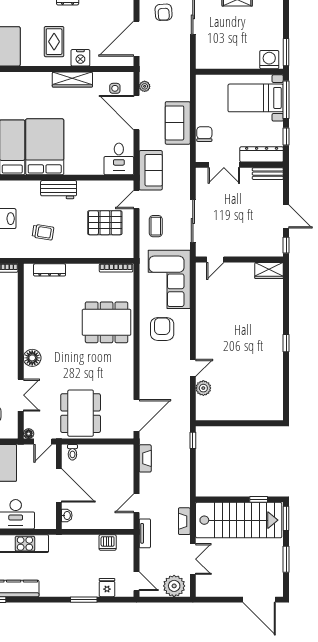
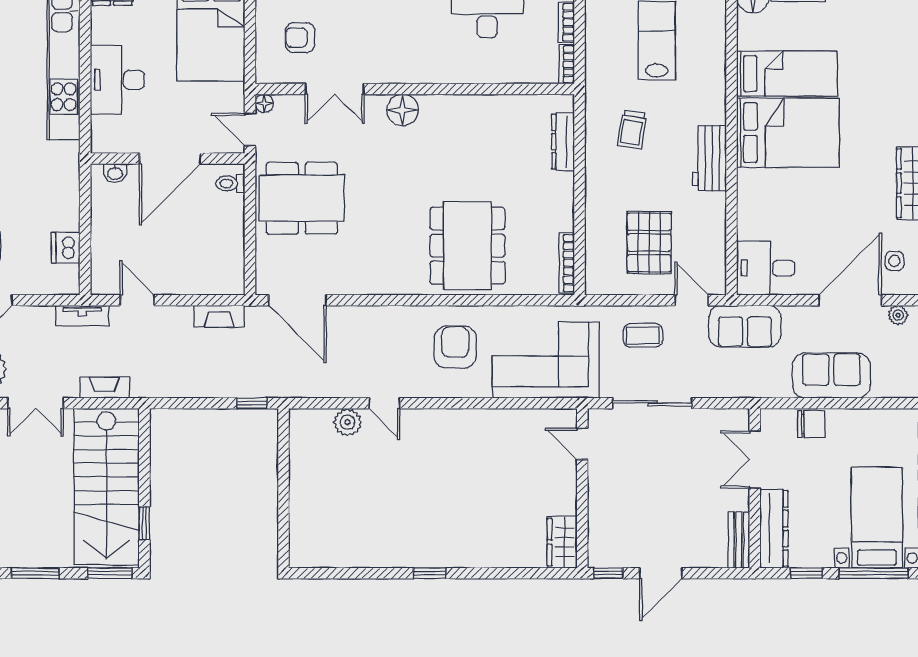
armchair: (162, 329) -> (455, 347), turned -90

